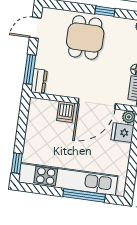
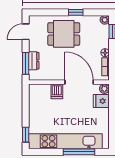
dining table: (85, 38) -> (64, 34), turned 90
dresser: (39, 81) -> (34, 61), moved
door: (97, 104) -> (79, 82), swing flipped

